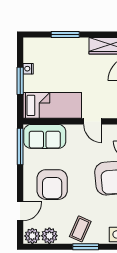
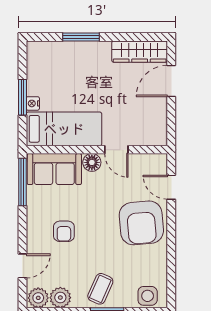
nightstand: (28, 69) -> (33, 103), moved
floor lamp: (74, 131) -> (92, 162), added
armchair: (52, 185) -> (64, 231), width x0.53, depth x0.53

